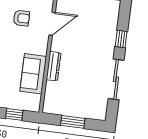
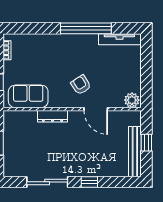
armchair: (21, 18) -> (81, 85), moved, turned 147
sofa: (33, 74) -> (28, 96), moved

